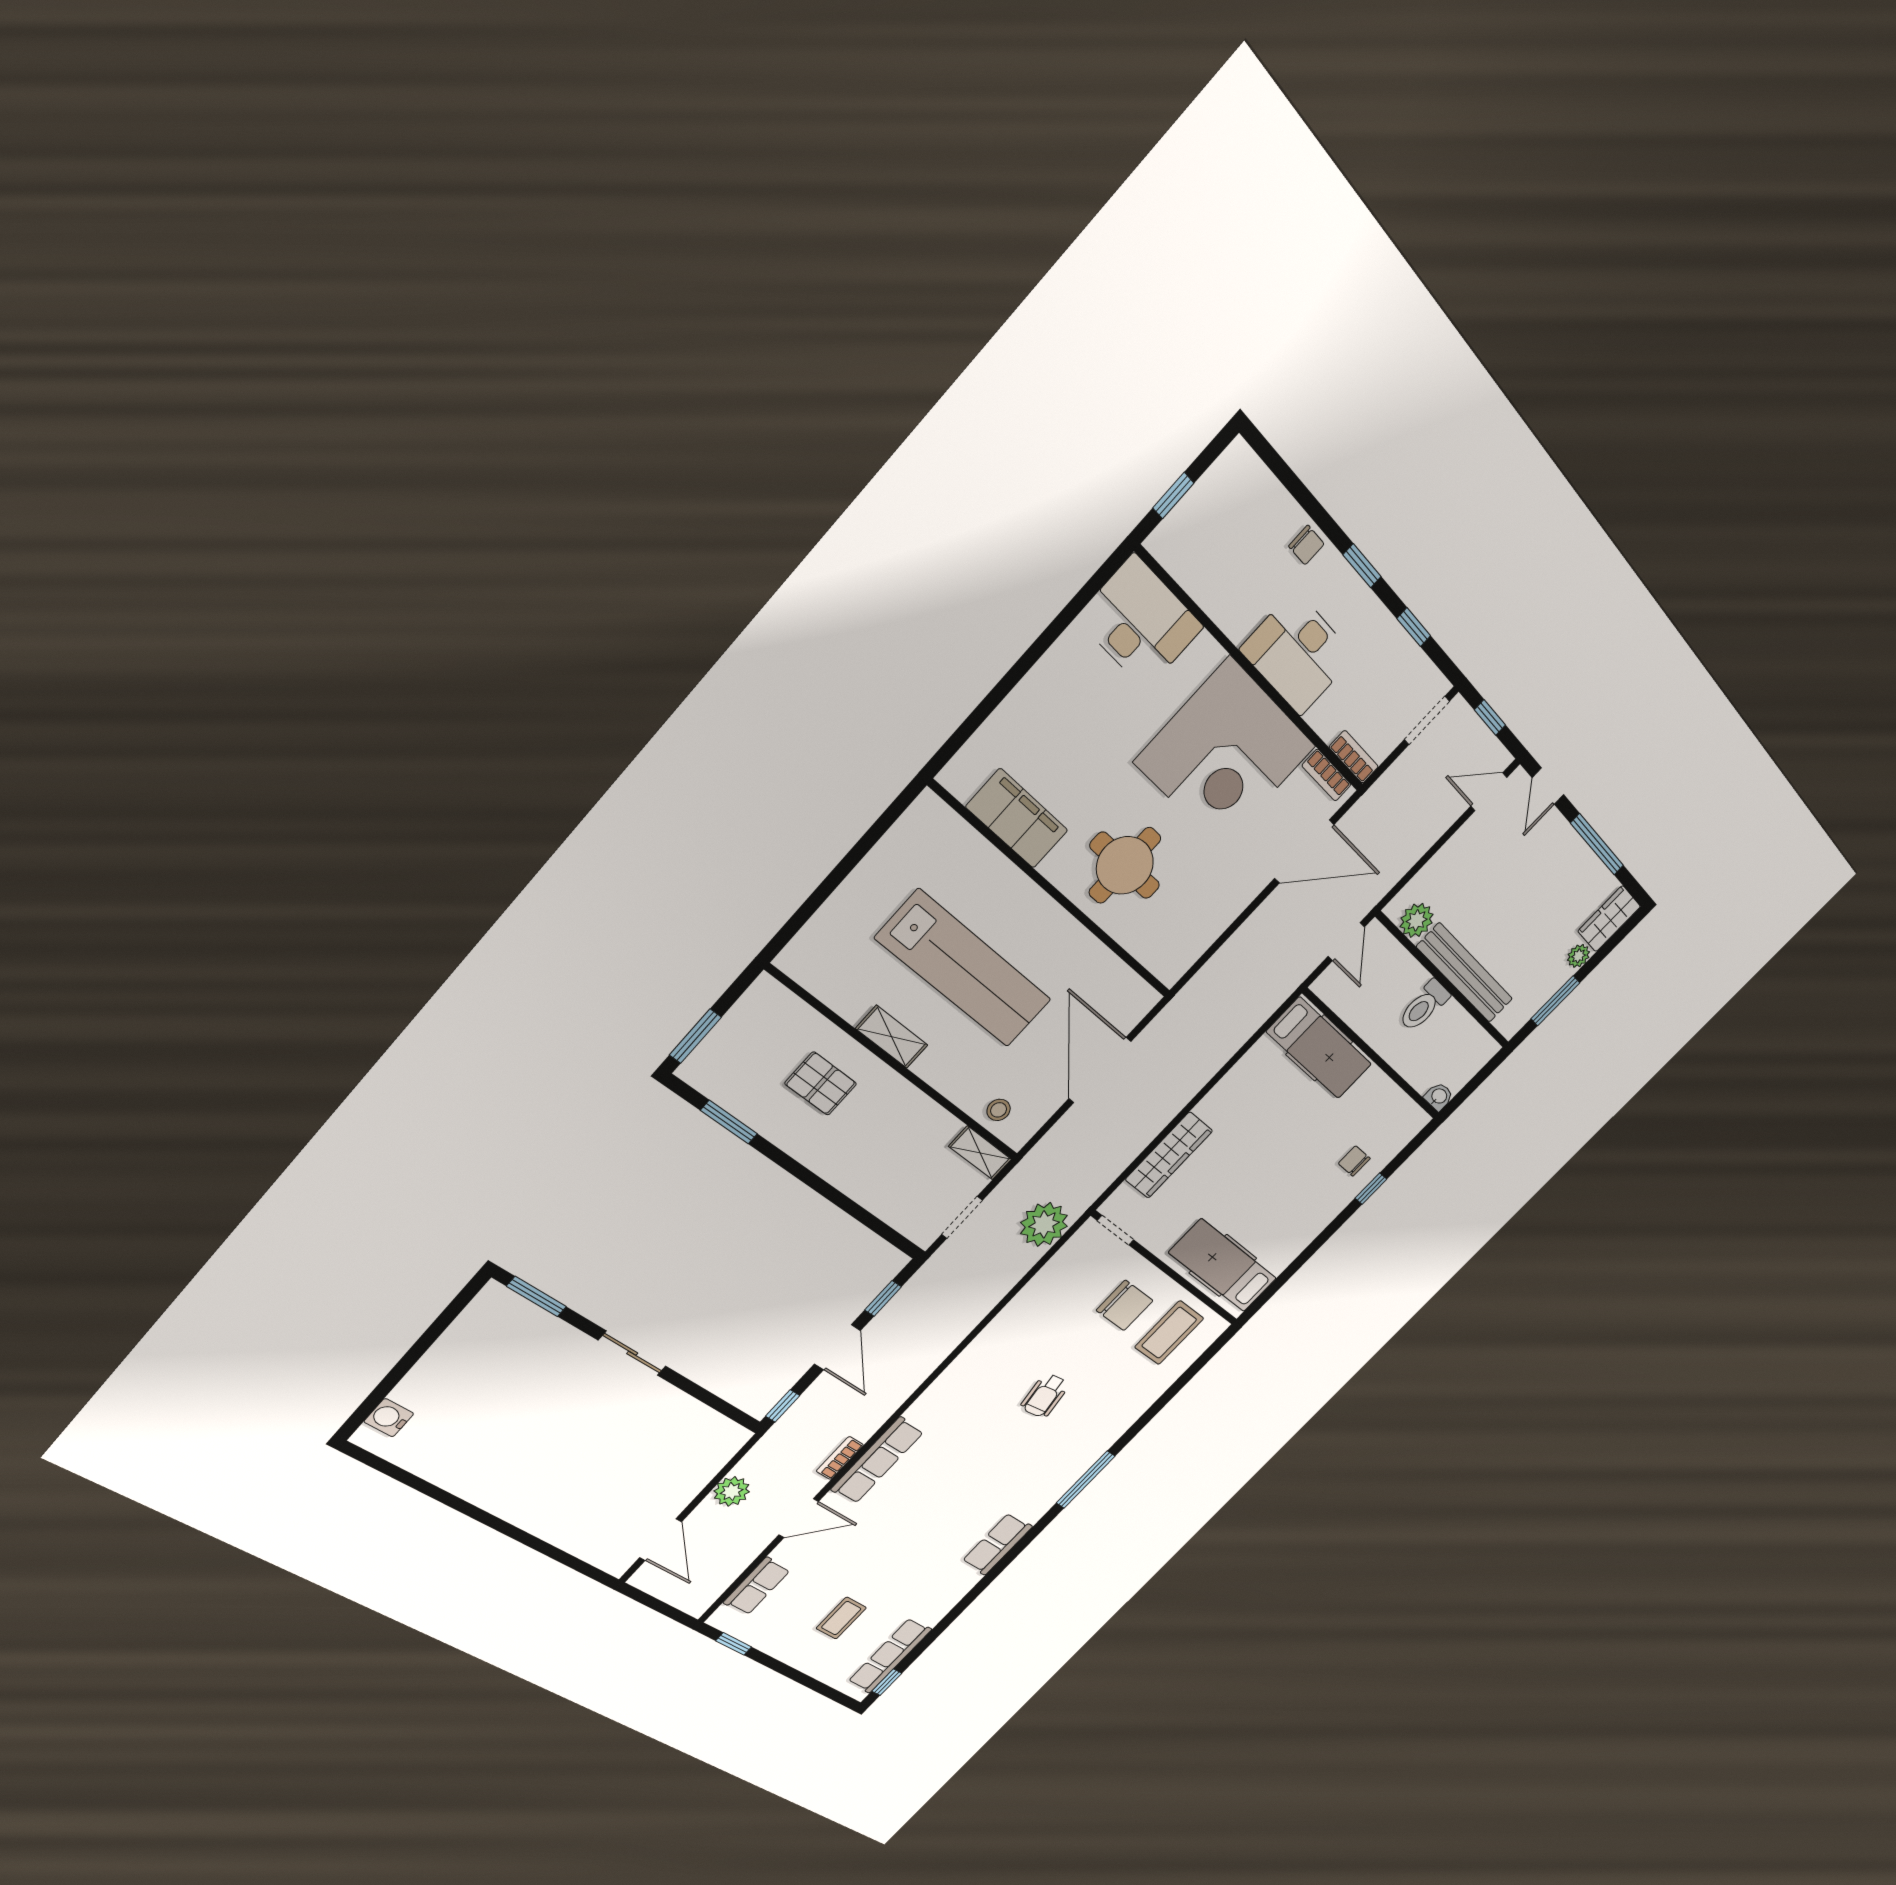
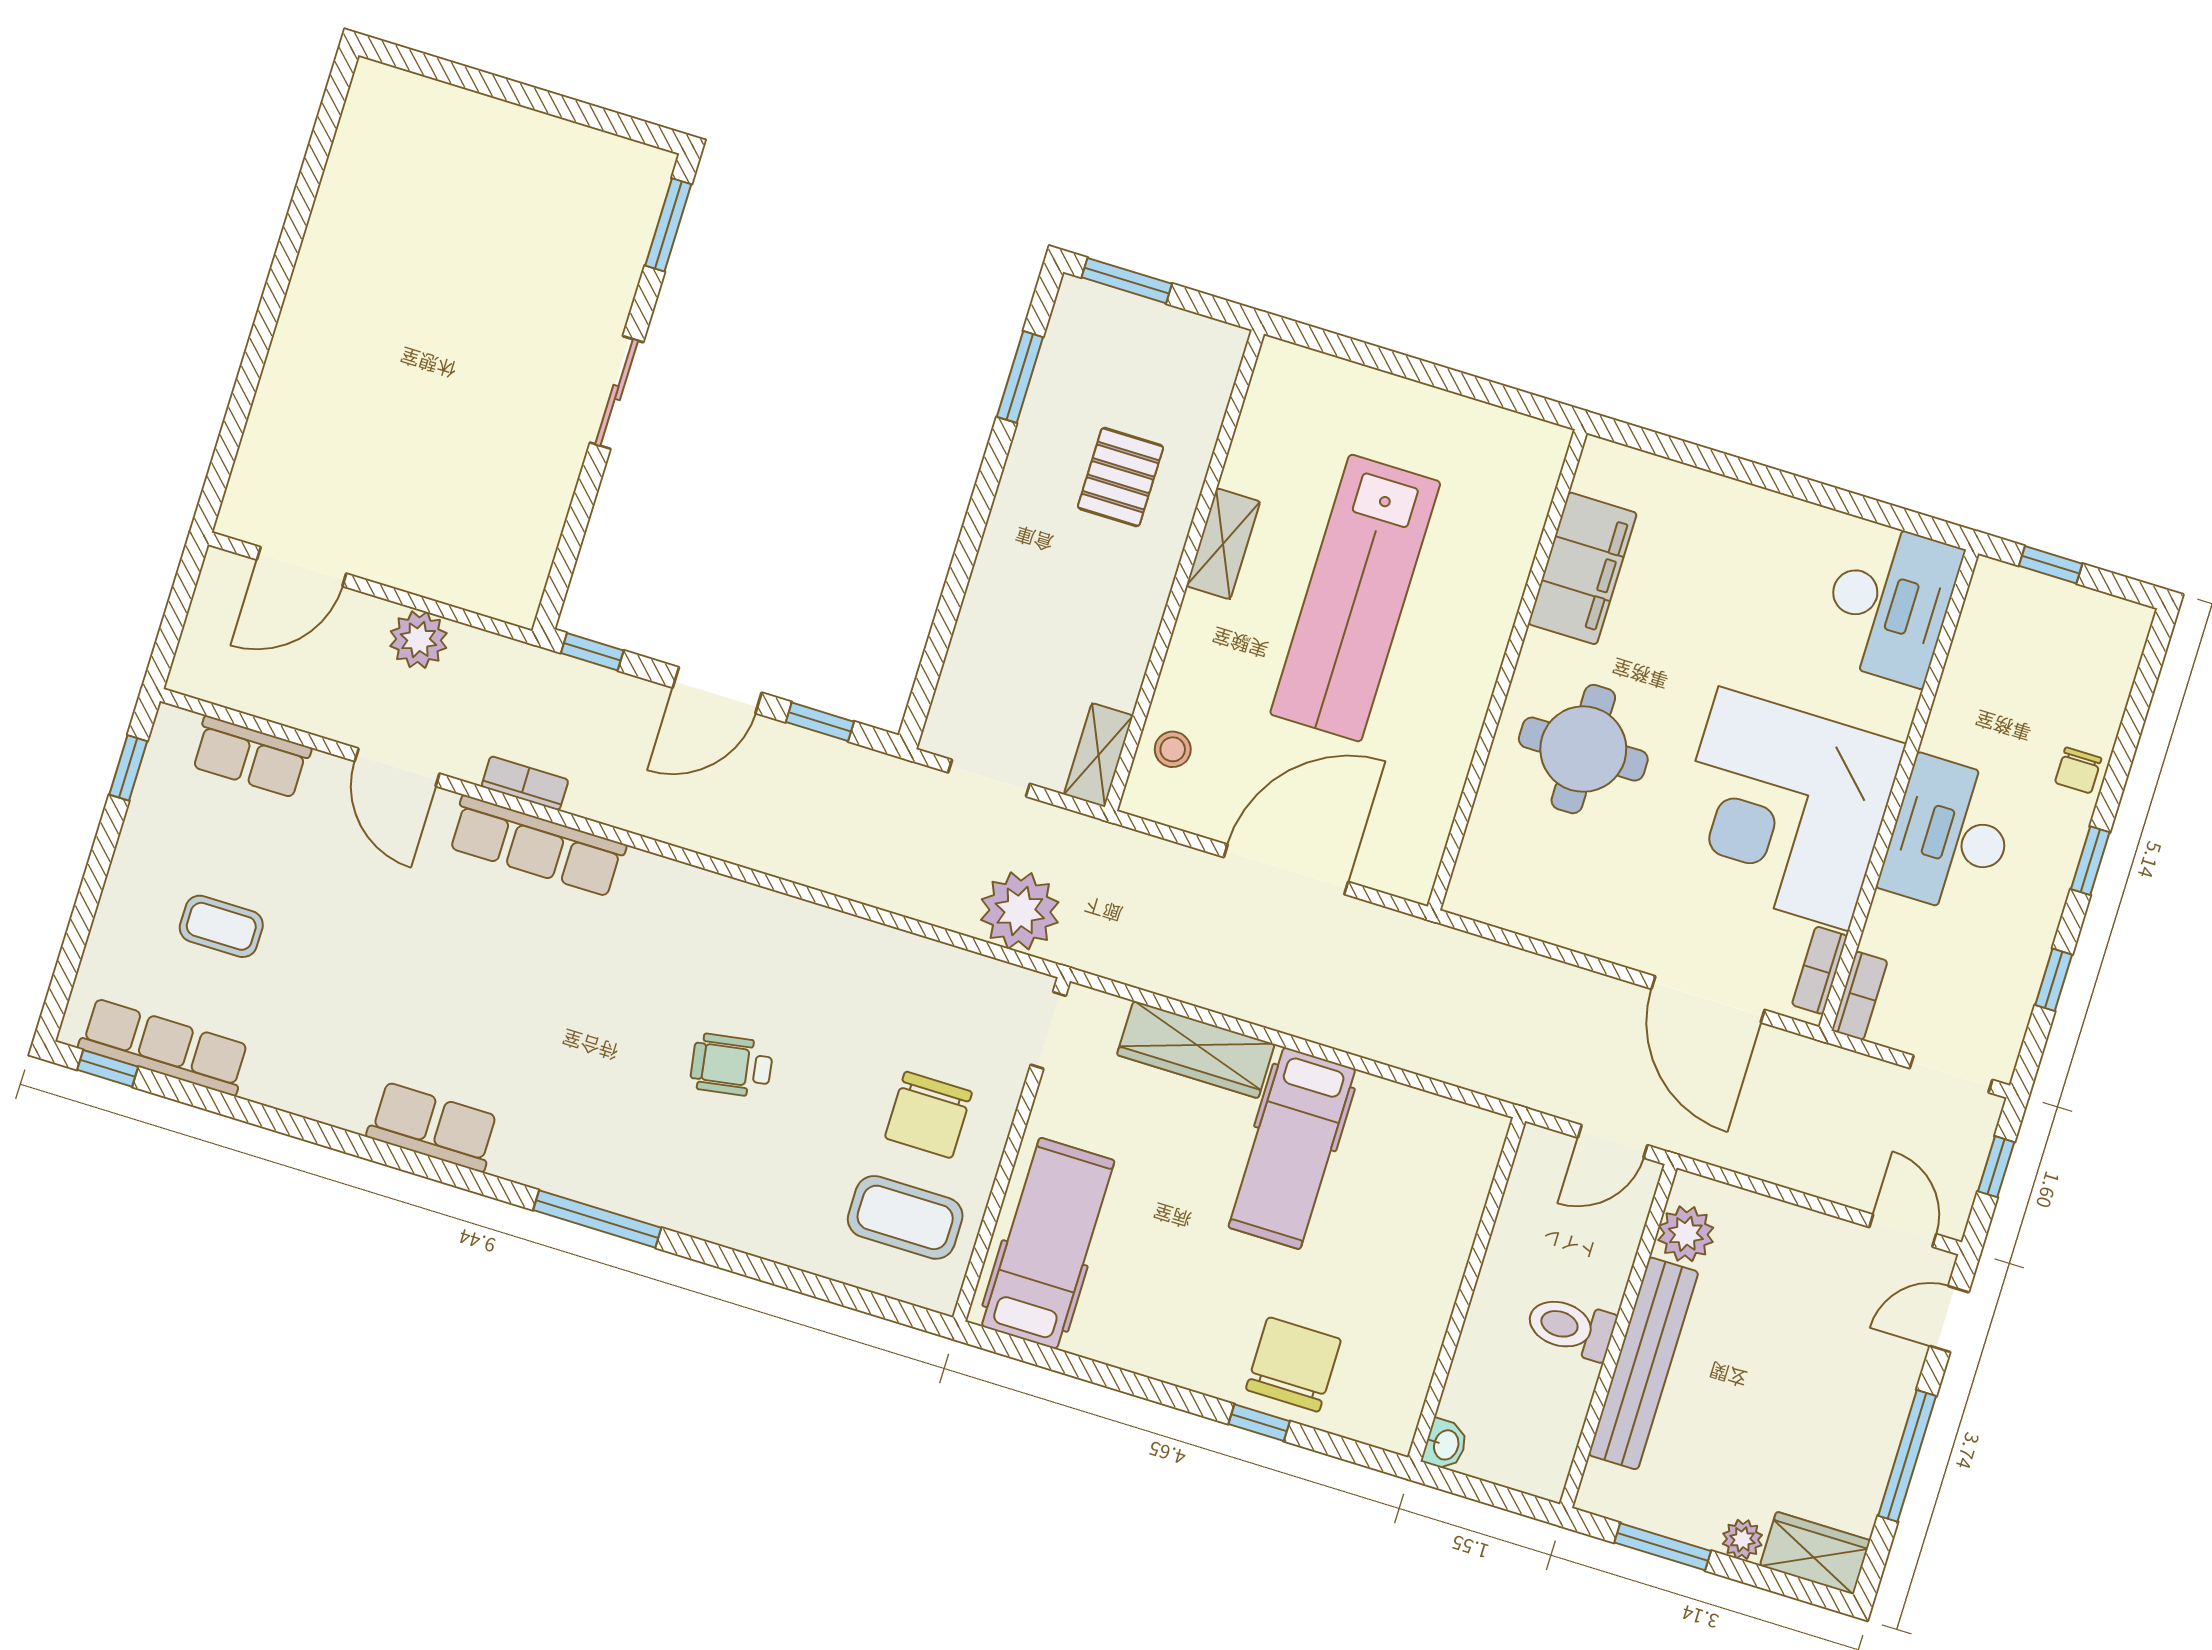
hospital bed: (1319, 1048) -> (1292, 1148), moved
chair: (1354, 1161) -> (1293, 1364), width x1.87, depth x1.87
water cooler: (389, 1418) -> (412, 98), removed

